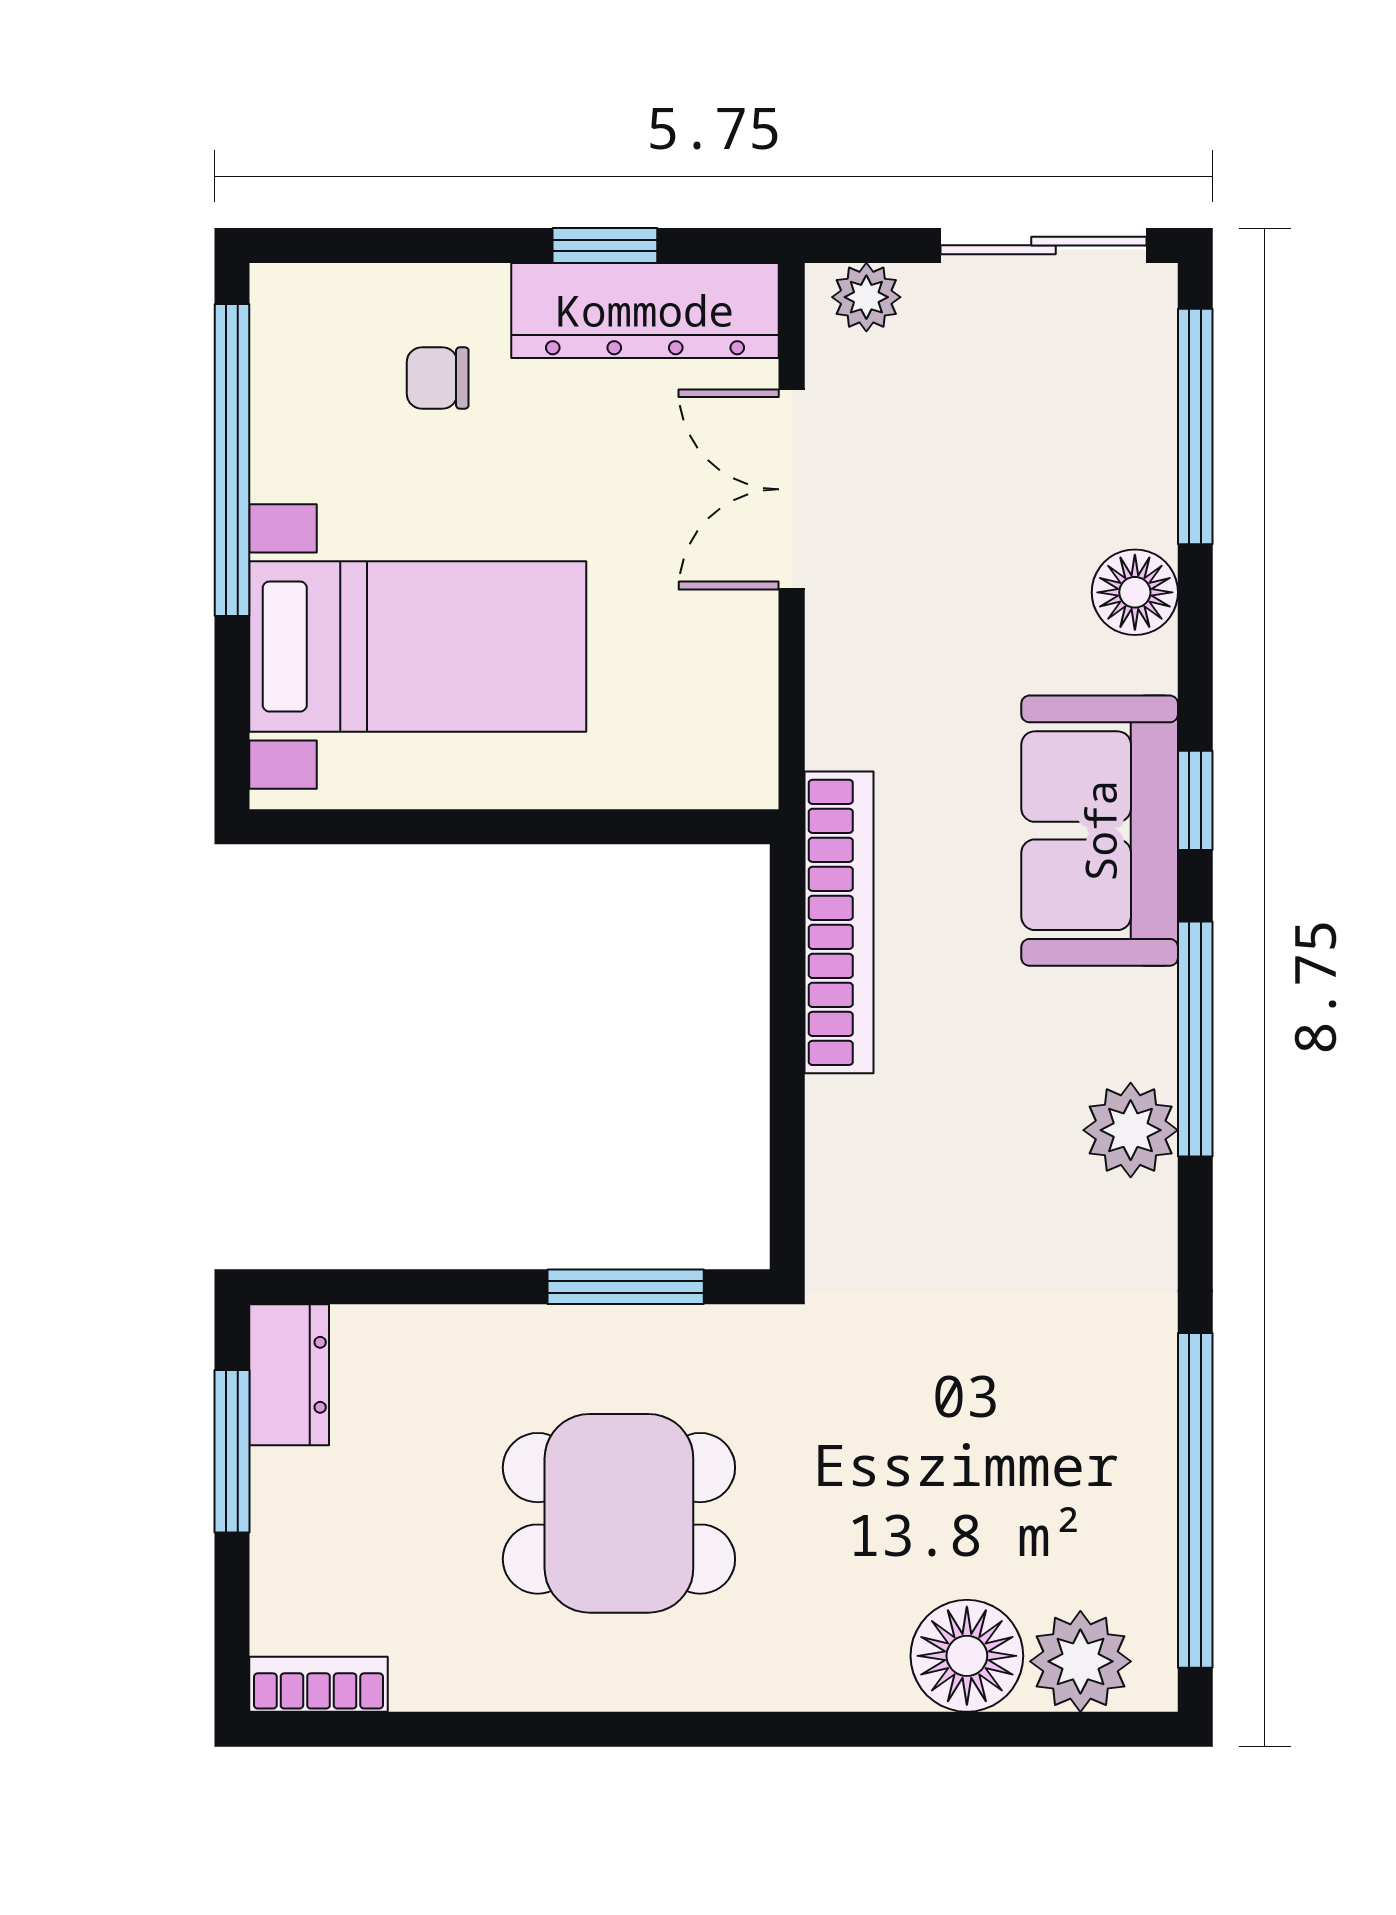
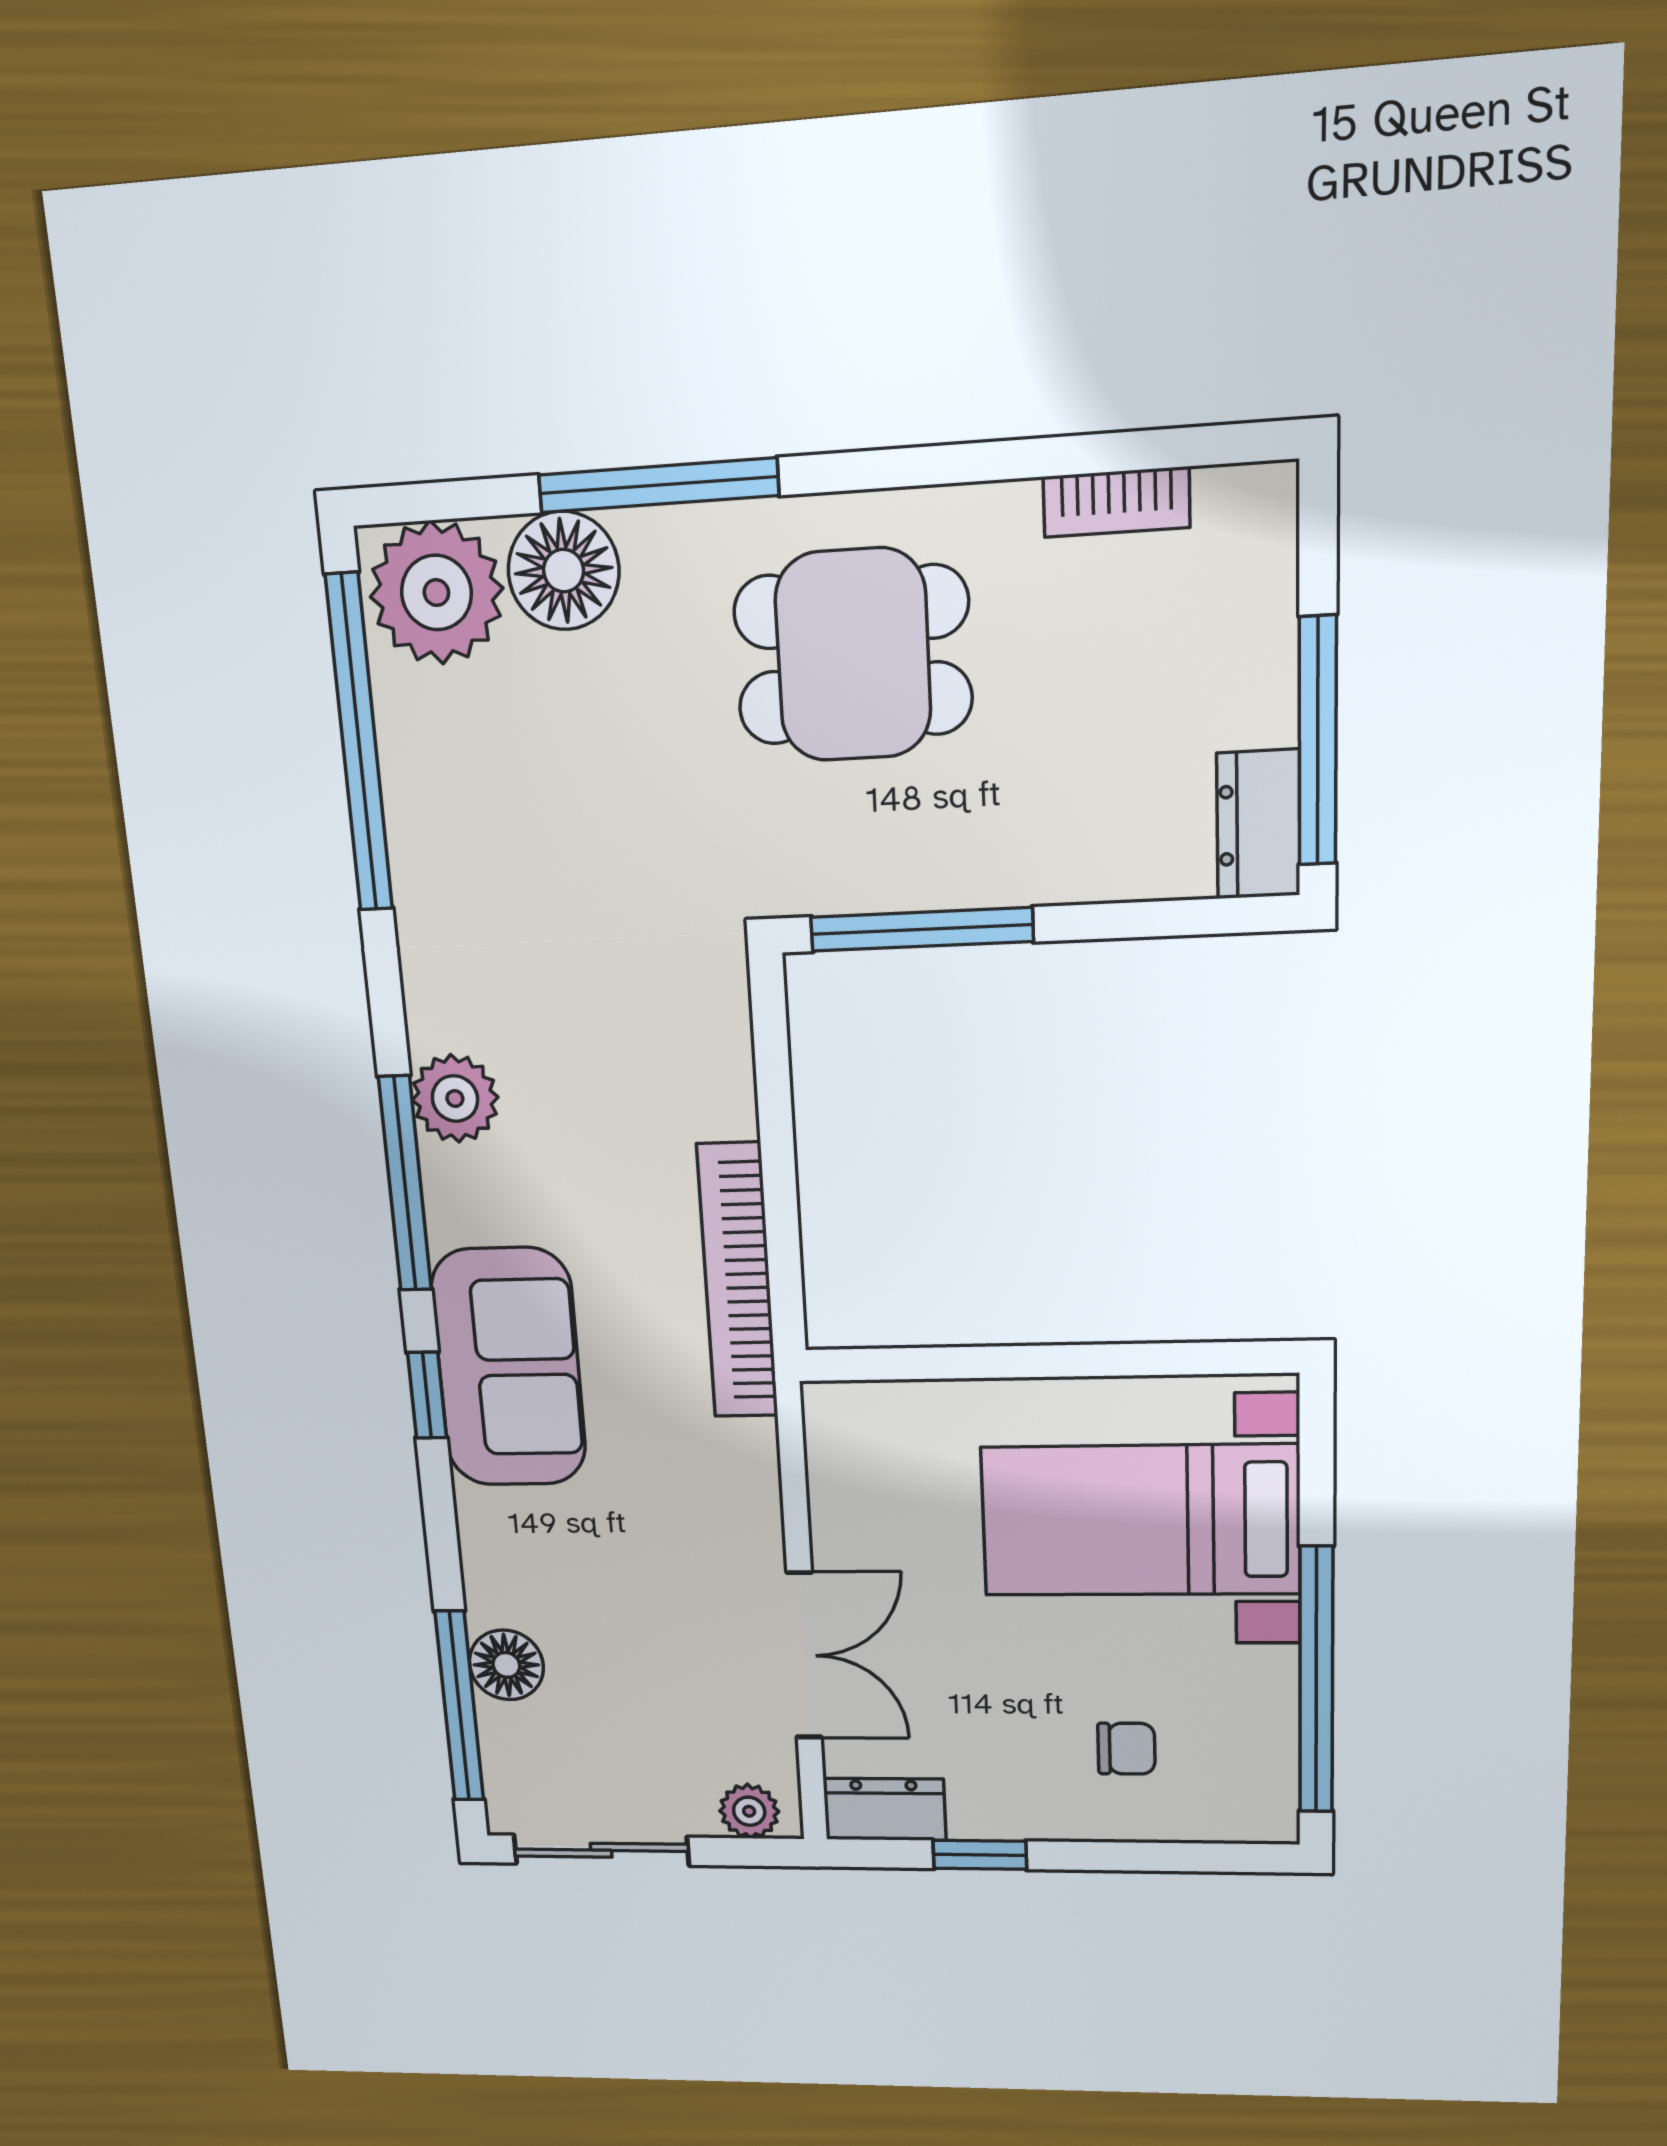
dresser: (645, 310) -> (885, 1809), width x0.51, depth x0.80
floor lamp: (1135, 592) -> (506, 1665), moved
window: (626, 1287) -> (922, 929), width x1.44
window: (232, 1451) -> (1318, 741), width x1.44
dining table: (619, 1513) -> (853, 655), moved
plant: (1080, 1661) -> (436, 593), width x1.36, depth x1.36
bookcase: (319, 1684) -> (1116, 502), moved
window: (865, 1729) -> (658, 485), added

